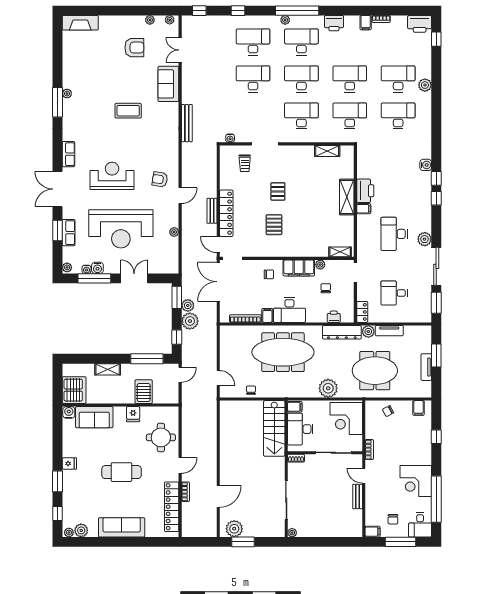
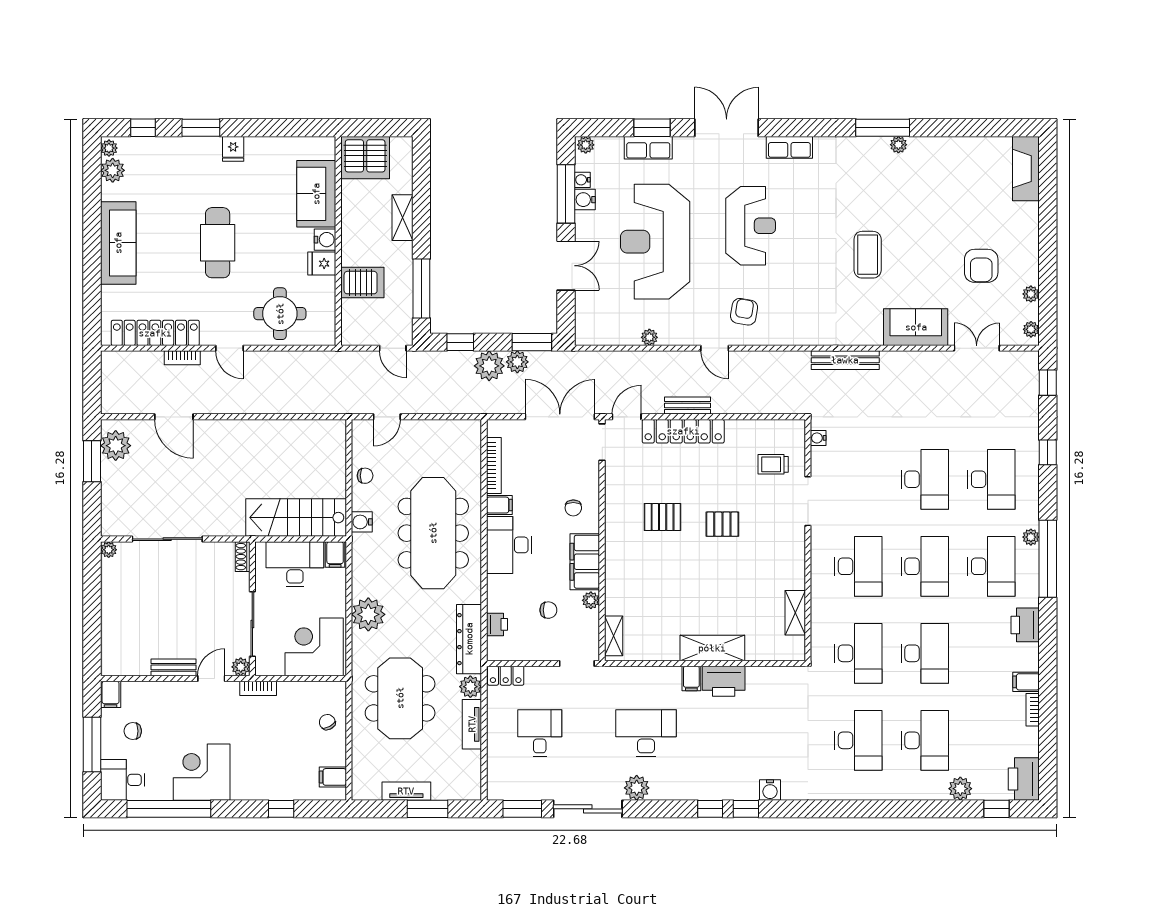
plant: (425, 85) -> (960, 789), moved
water cooler: (277, 392) -> (362, 522), added
water cooler: (69, 412) -> (325, 240), moved
plant: (357, 459) -> (241, 667), added

